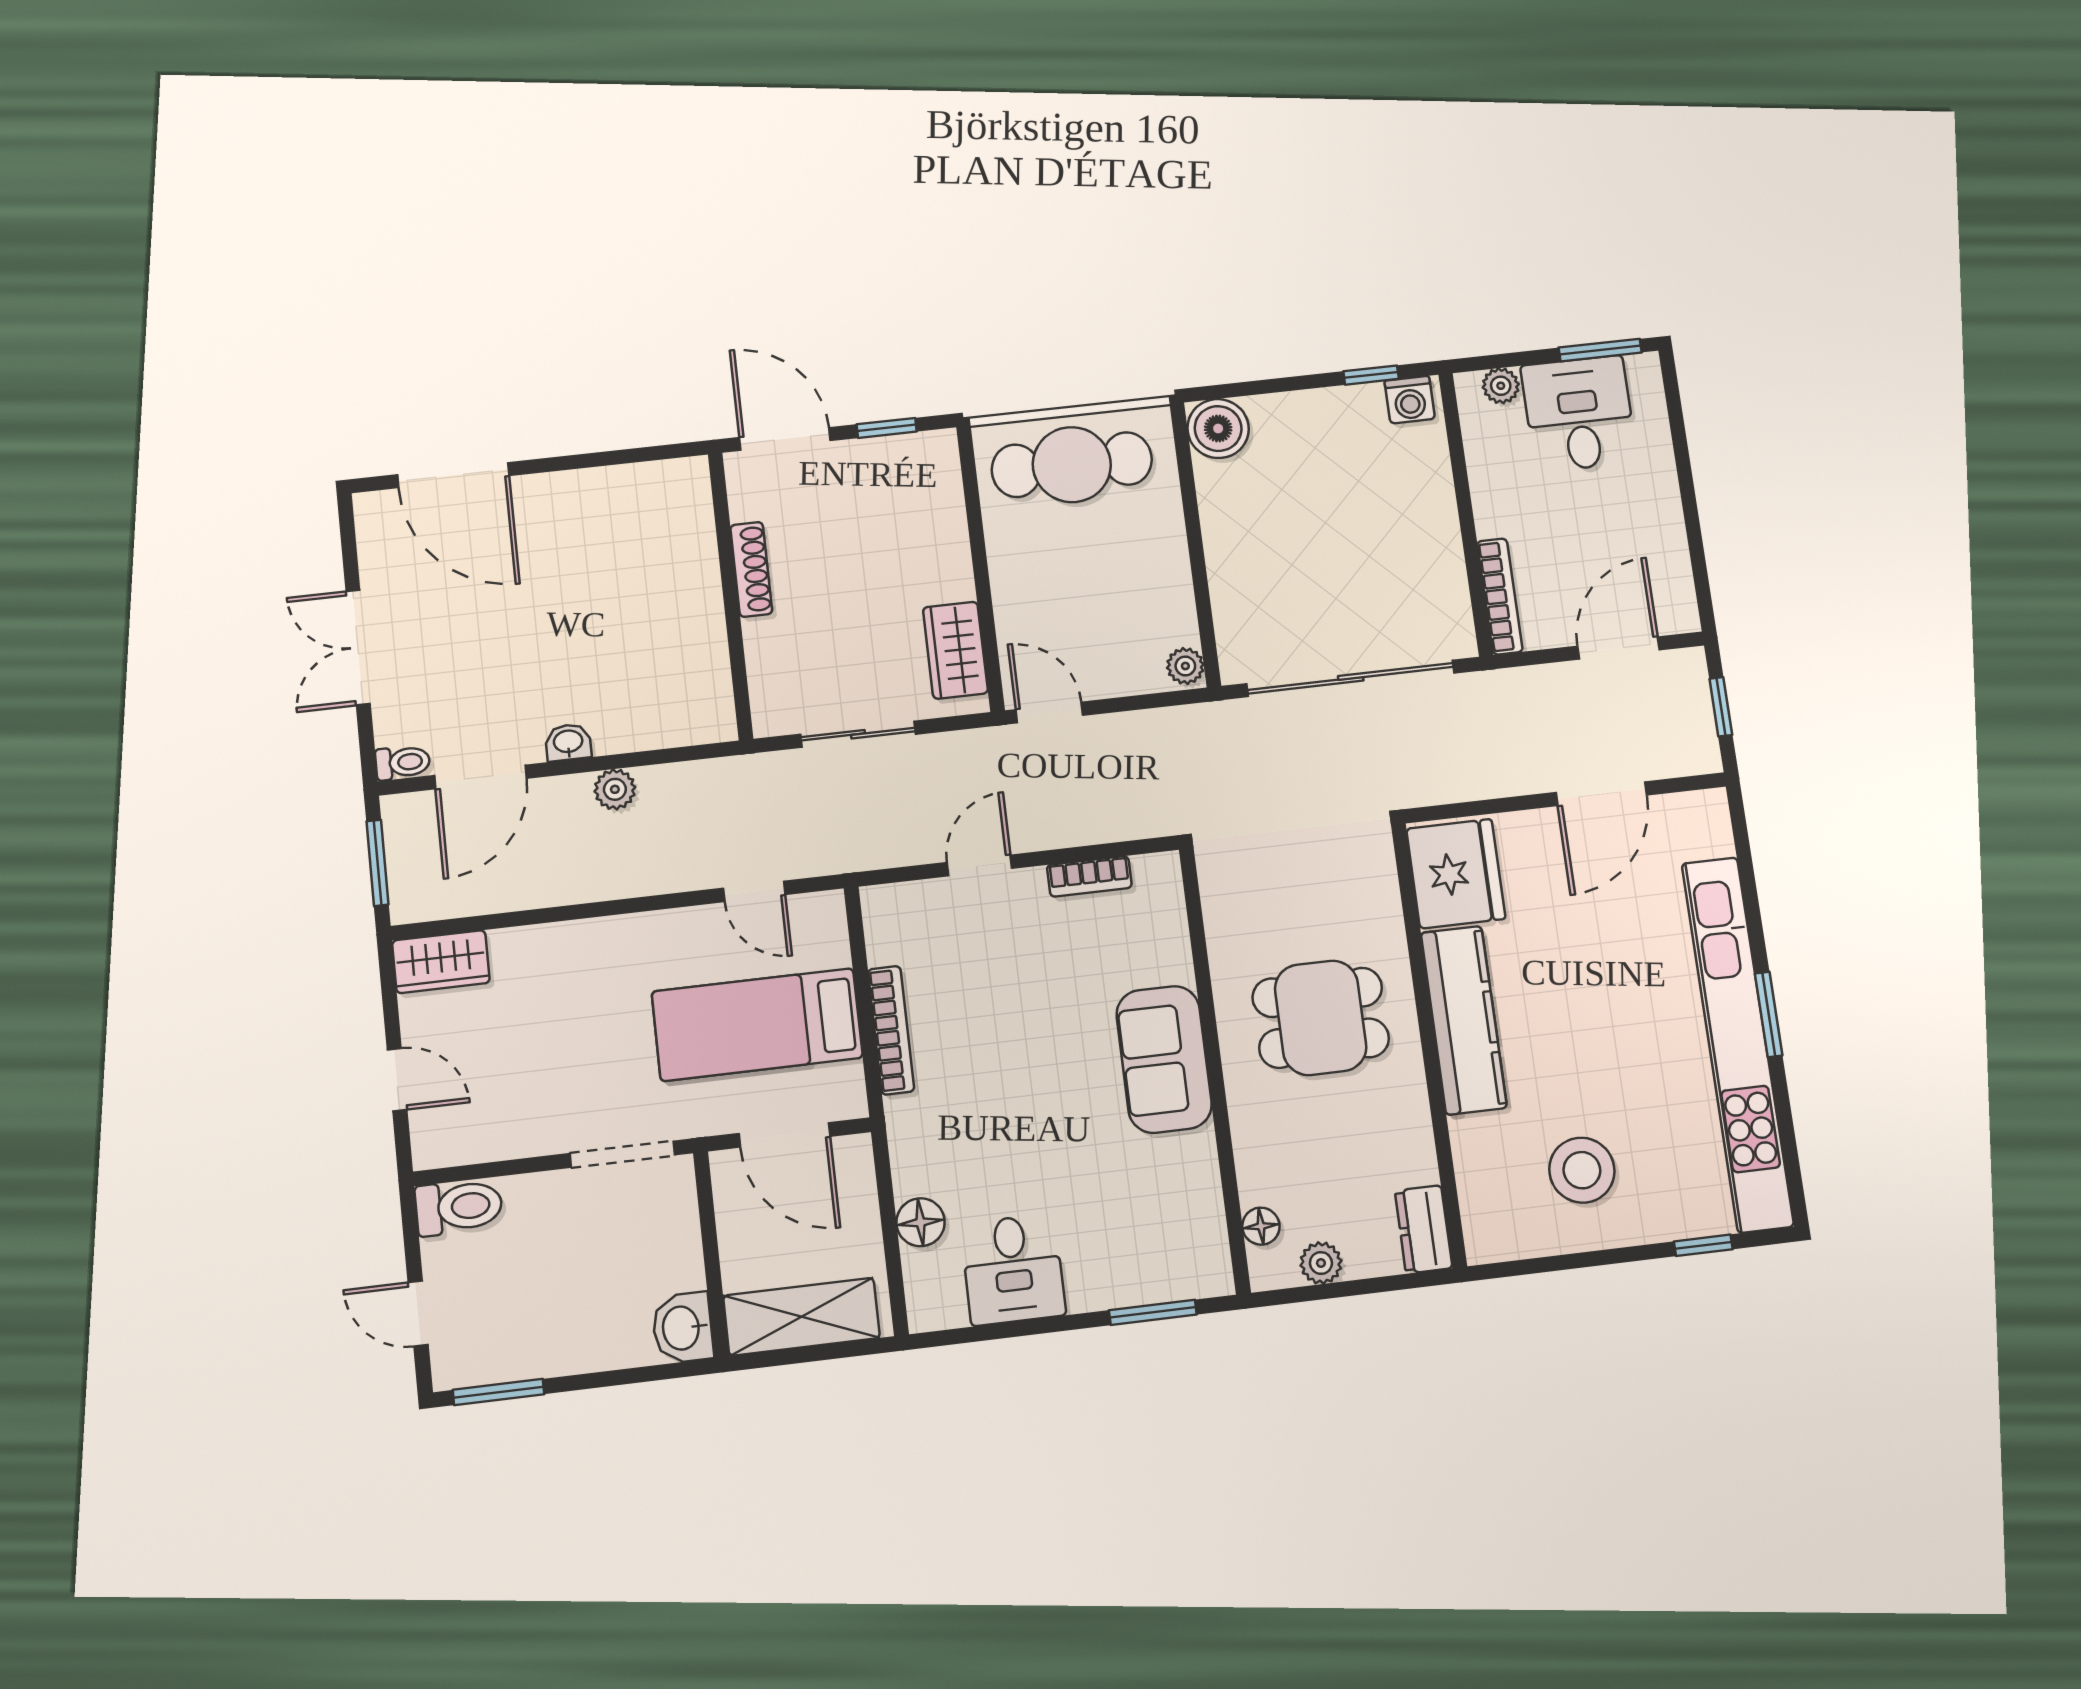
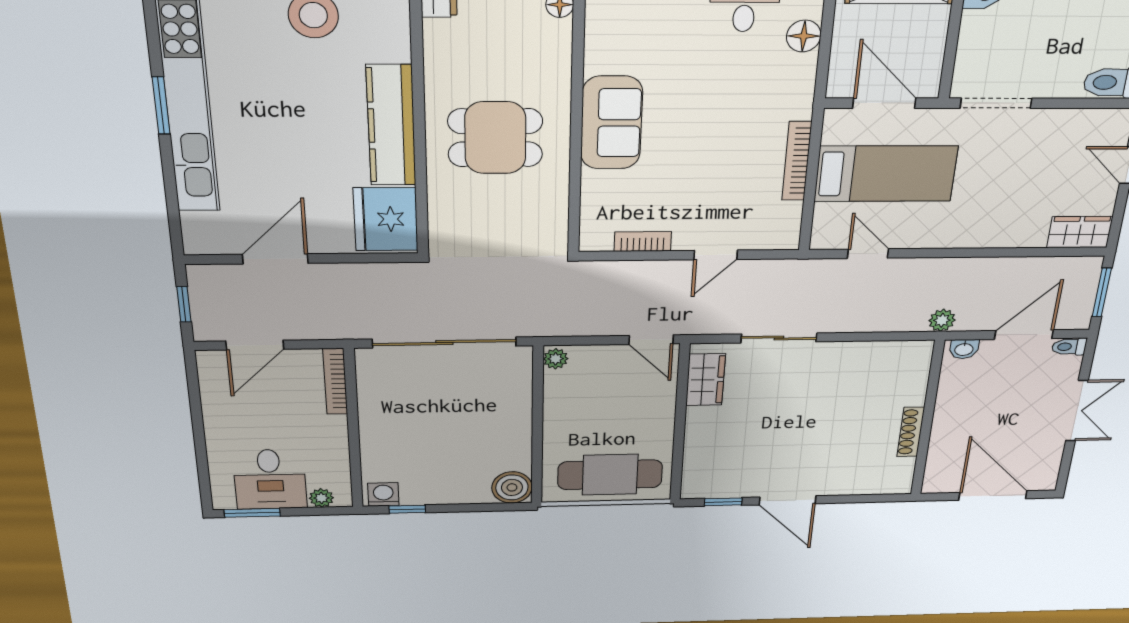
shoe rack: (751, 569) -> (911, 432), moved
wall: (730, 596) -> (927, 419), moved

